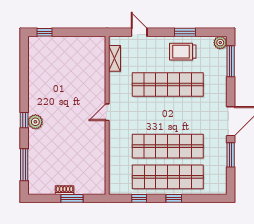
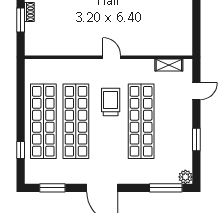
trolley: (183, 52) -> (111, 102), moved
window: (231, 155) -> (52, 188), moved
window: (139, 198) -> (21, 91), removed
window: (174, 198) -> (21, 150), moved

